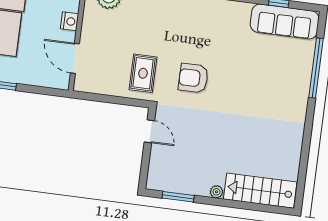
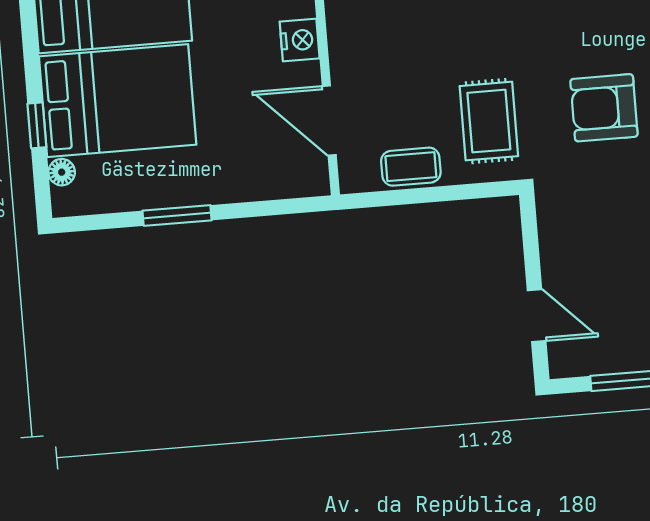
coffee table: (105, 86) -> (411, 167), added
door: (149, 131) -> (537, 316), moved

